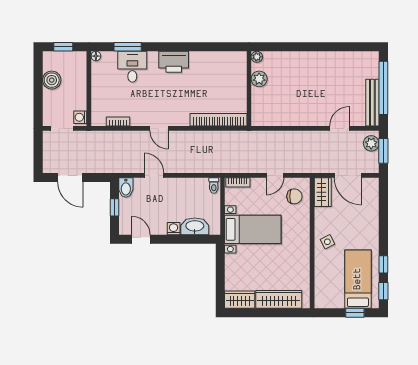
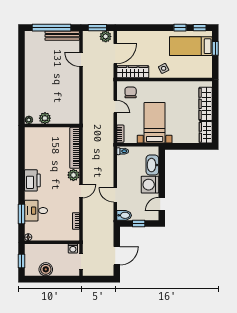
plant: (181, 118) -> (73, 175), added
plant: (371, 143) -> (106, 36), moved
door: (154, 175) -> (115, 195), hinge flipped
wardrobe: (323, 192) -> (133, 72), width x1.50
washing machine: (174, 229) -> (150, 185), width x1.89, depth x1.89

